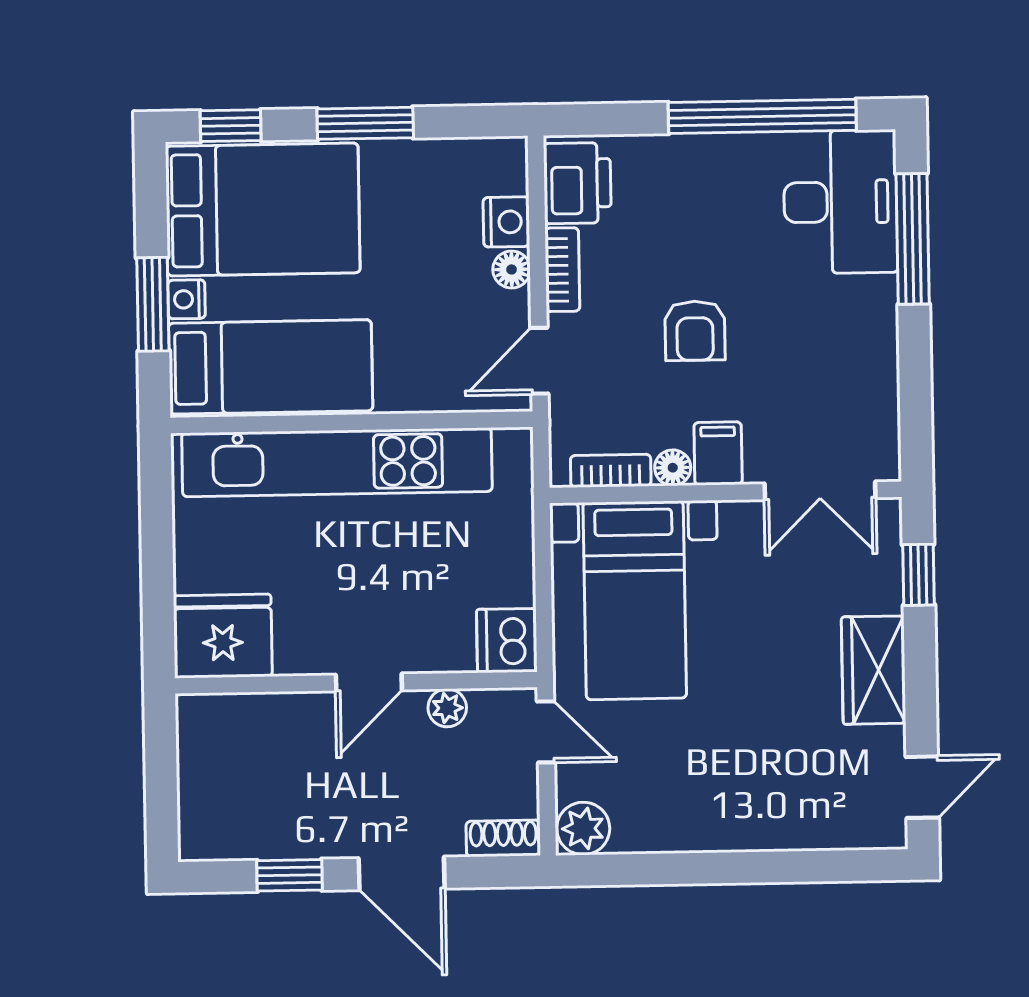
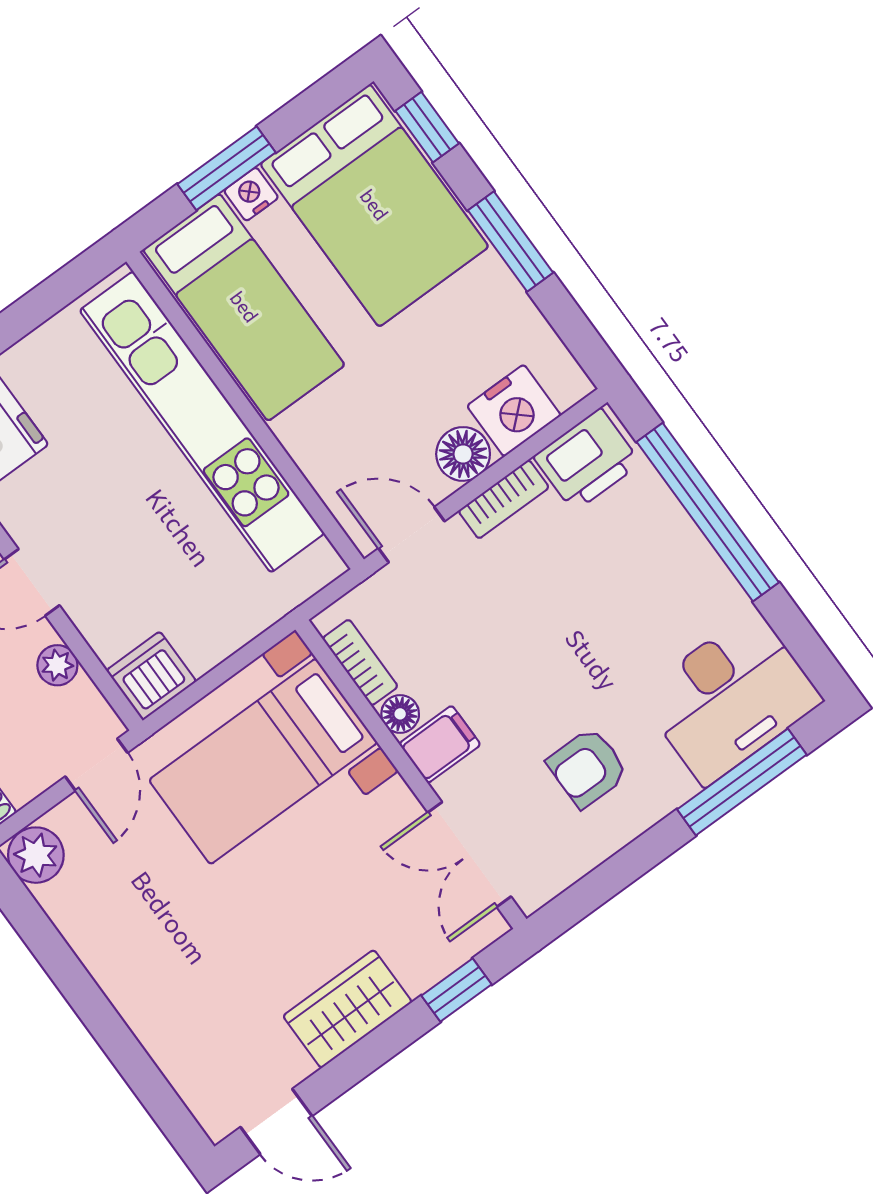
window: (762, 116) -> (708, 512), moved
nightstand: (506, 222) -> (514, 411), width x1.36, depth x1.33
floor lamp: (512, 269) -> (463, 454), width x1.37, depth x1.37
armchair: (695, 331) -> (588, 768), moved

